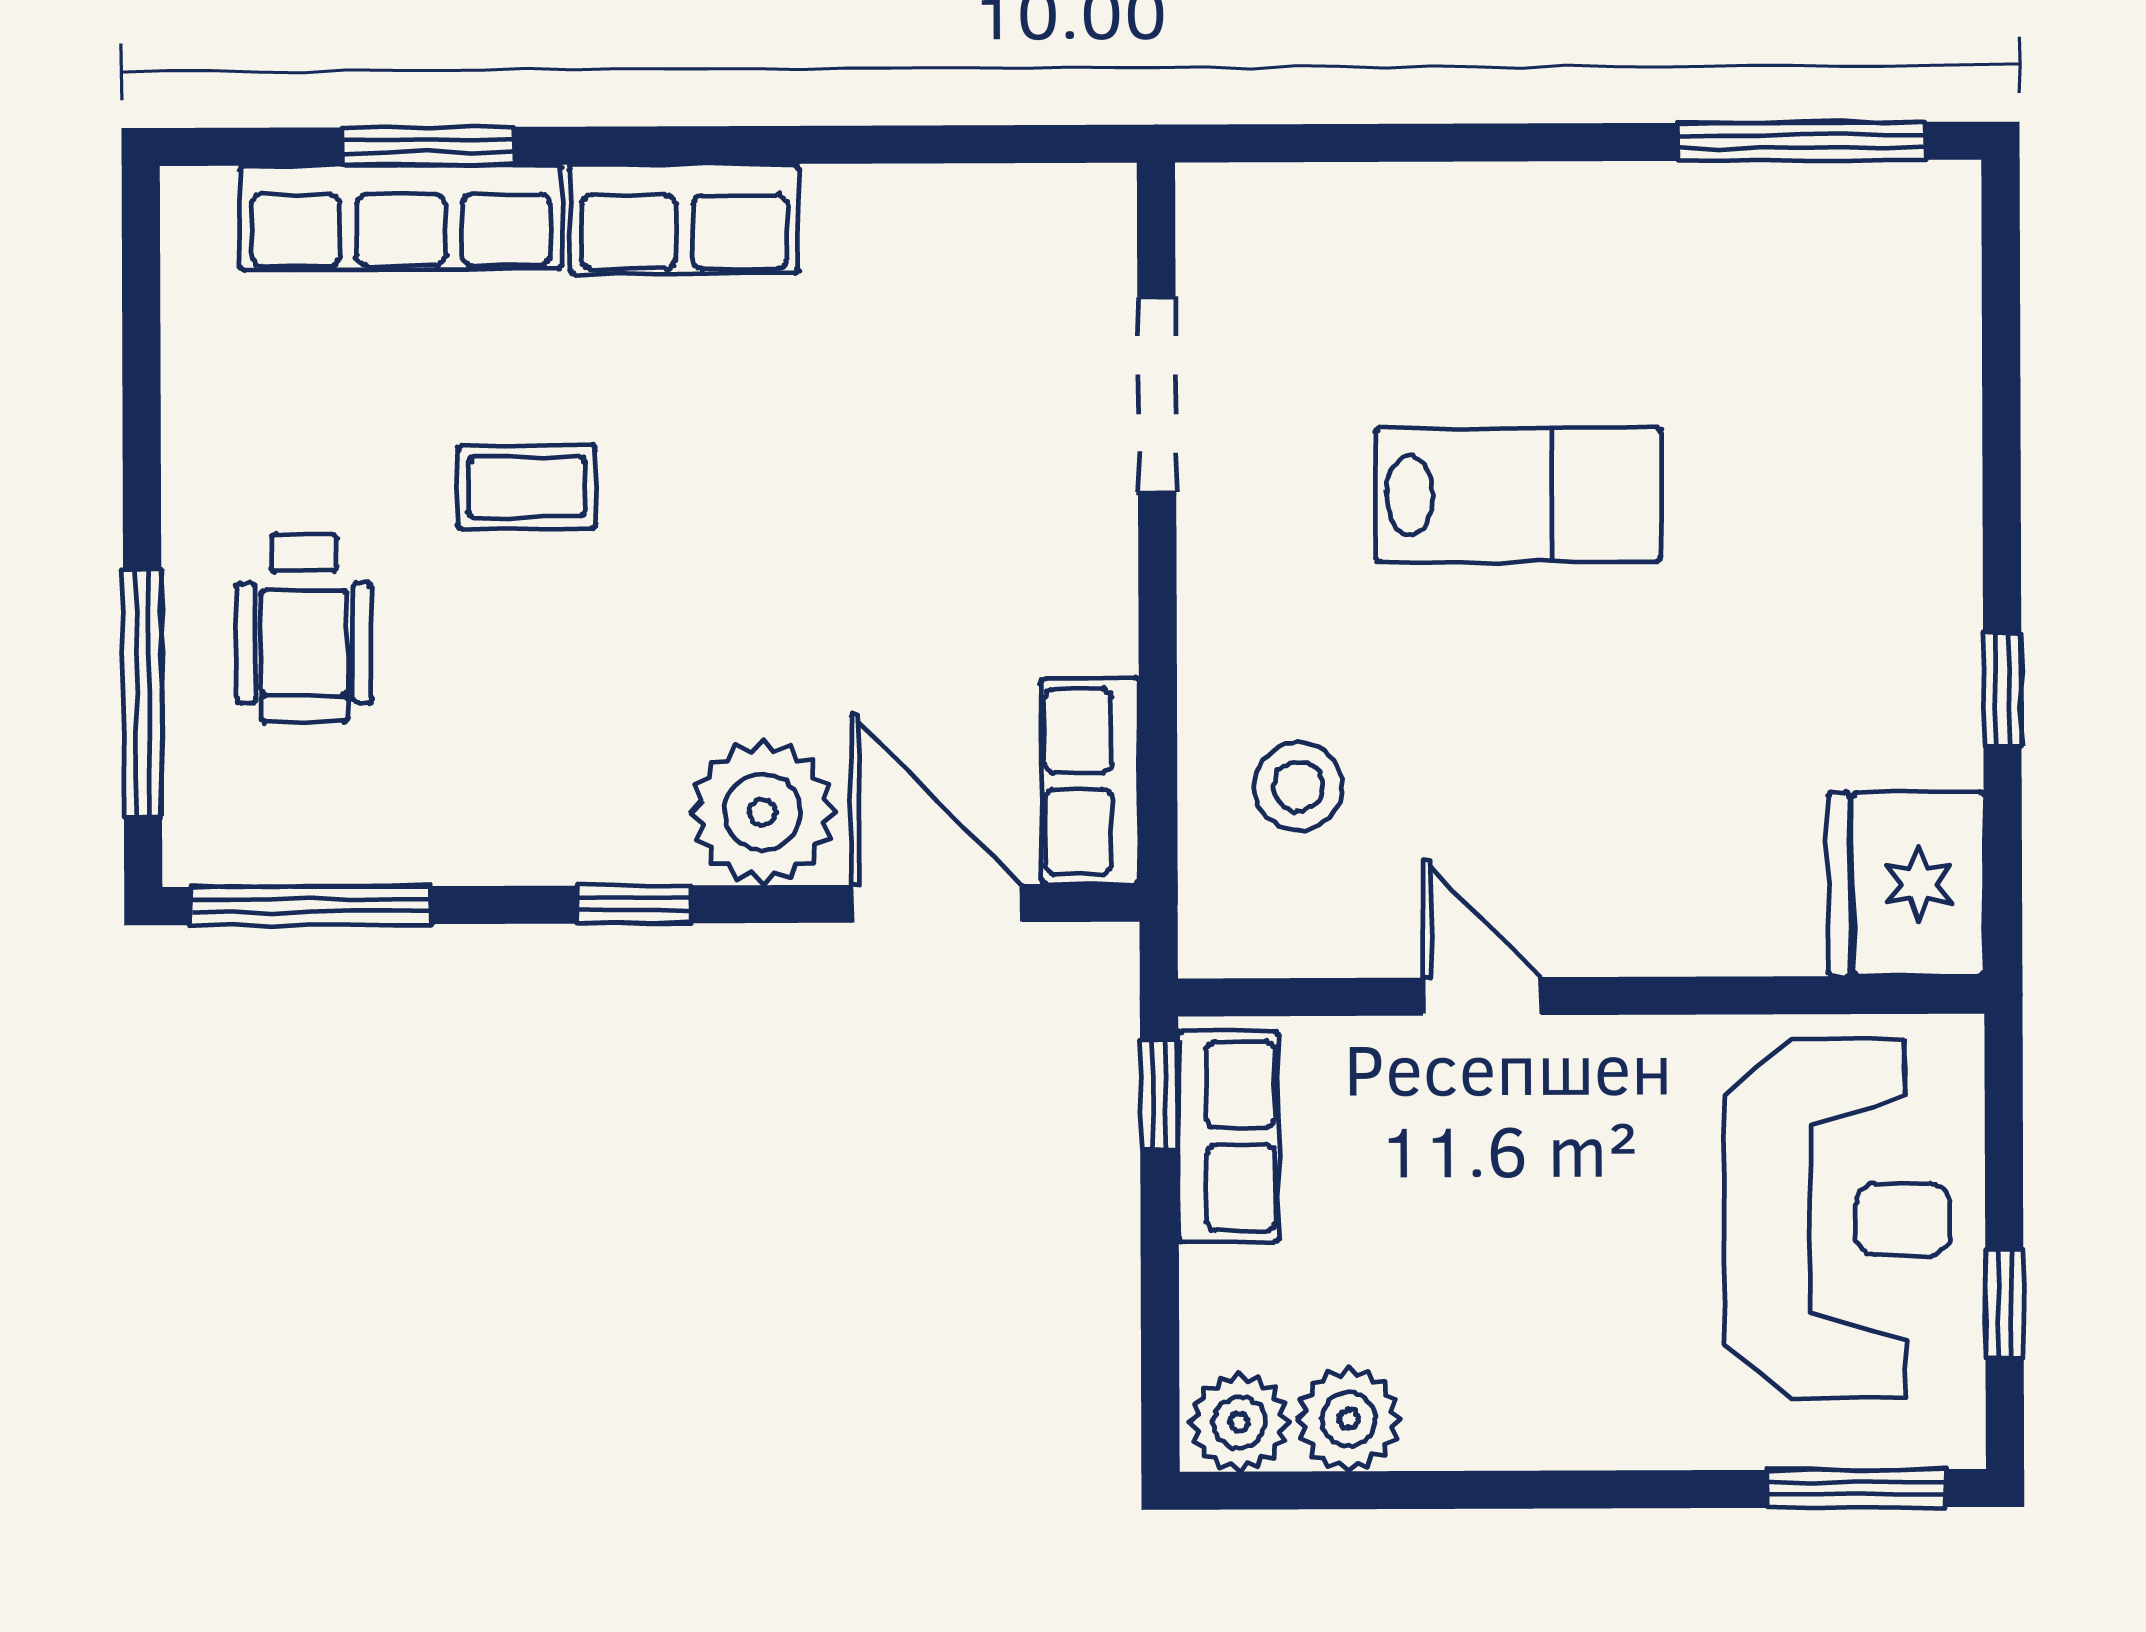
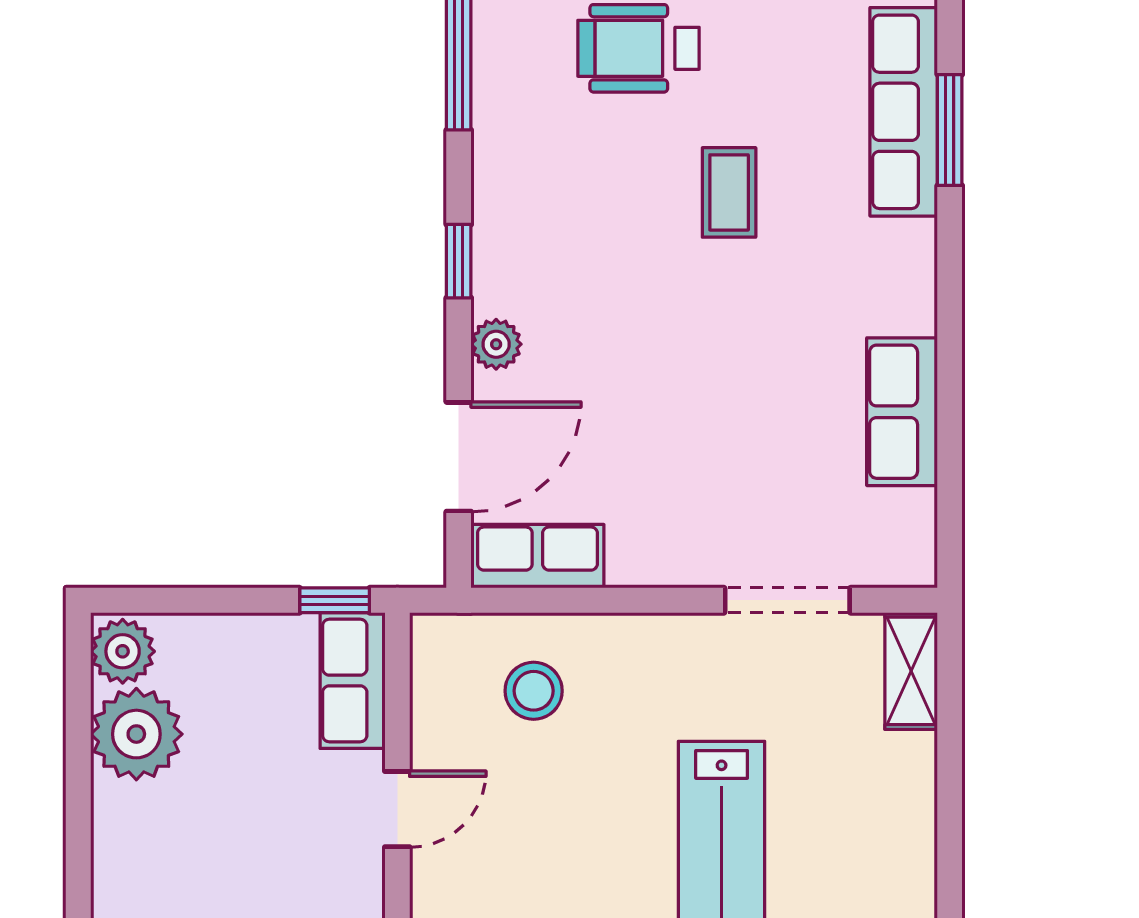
shelving: (1265, 203) -> (911, 671), added
row of seats: (684, 219) -> (902, 412), moved
plant: (762, 812) -> (496, 344), width x0.53, depth x0.53
row of seats: (1229, 1136) -> (353, 680), moved, turned 90
plant: (1348, 1419) -> (136, 734), width x1.36, depth x1.36

